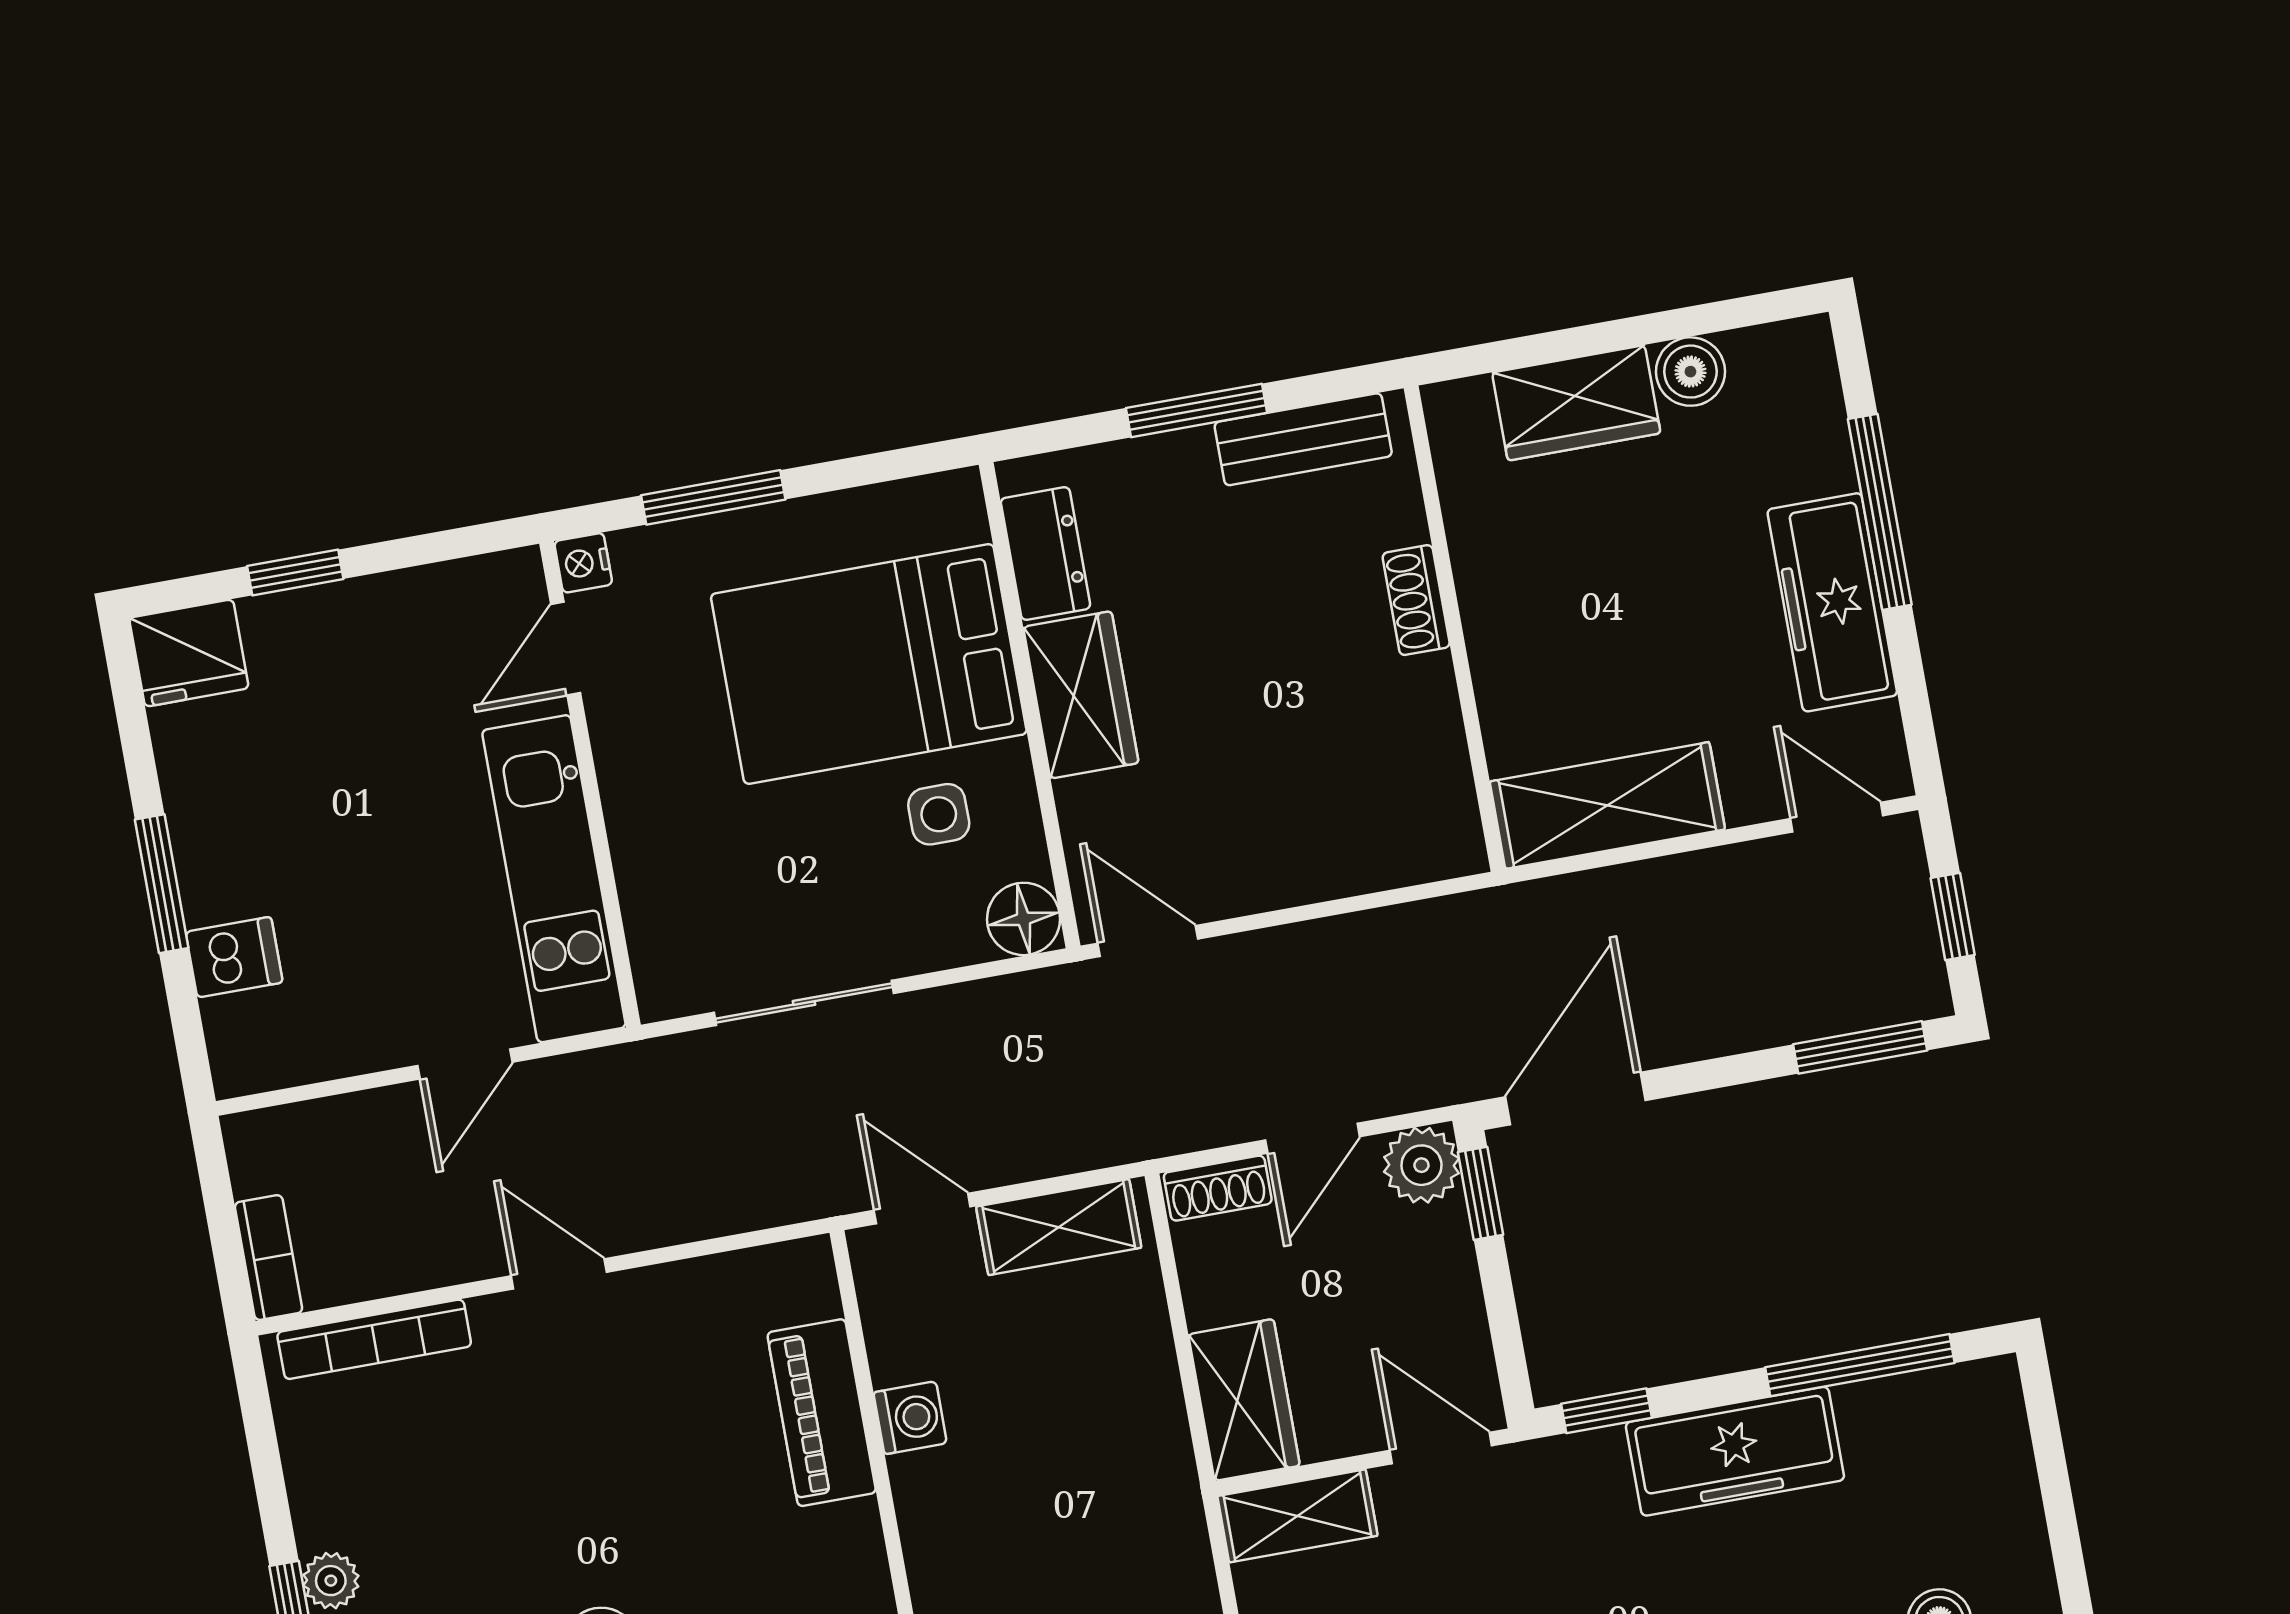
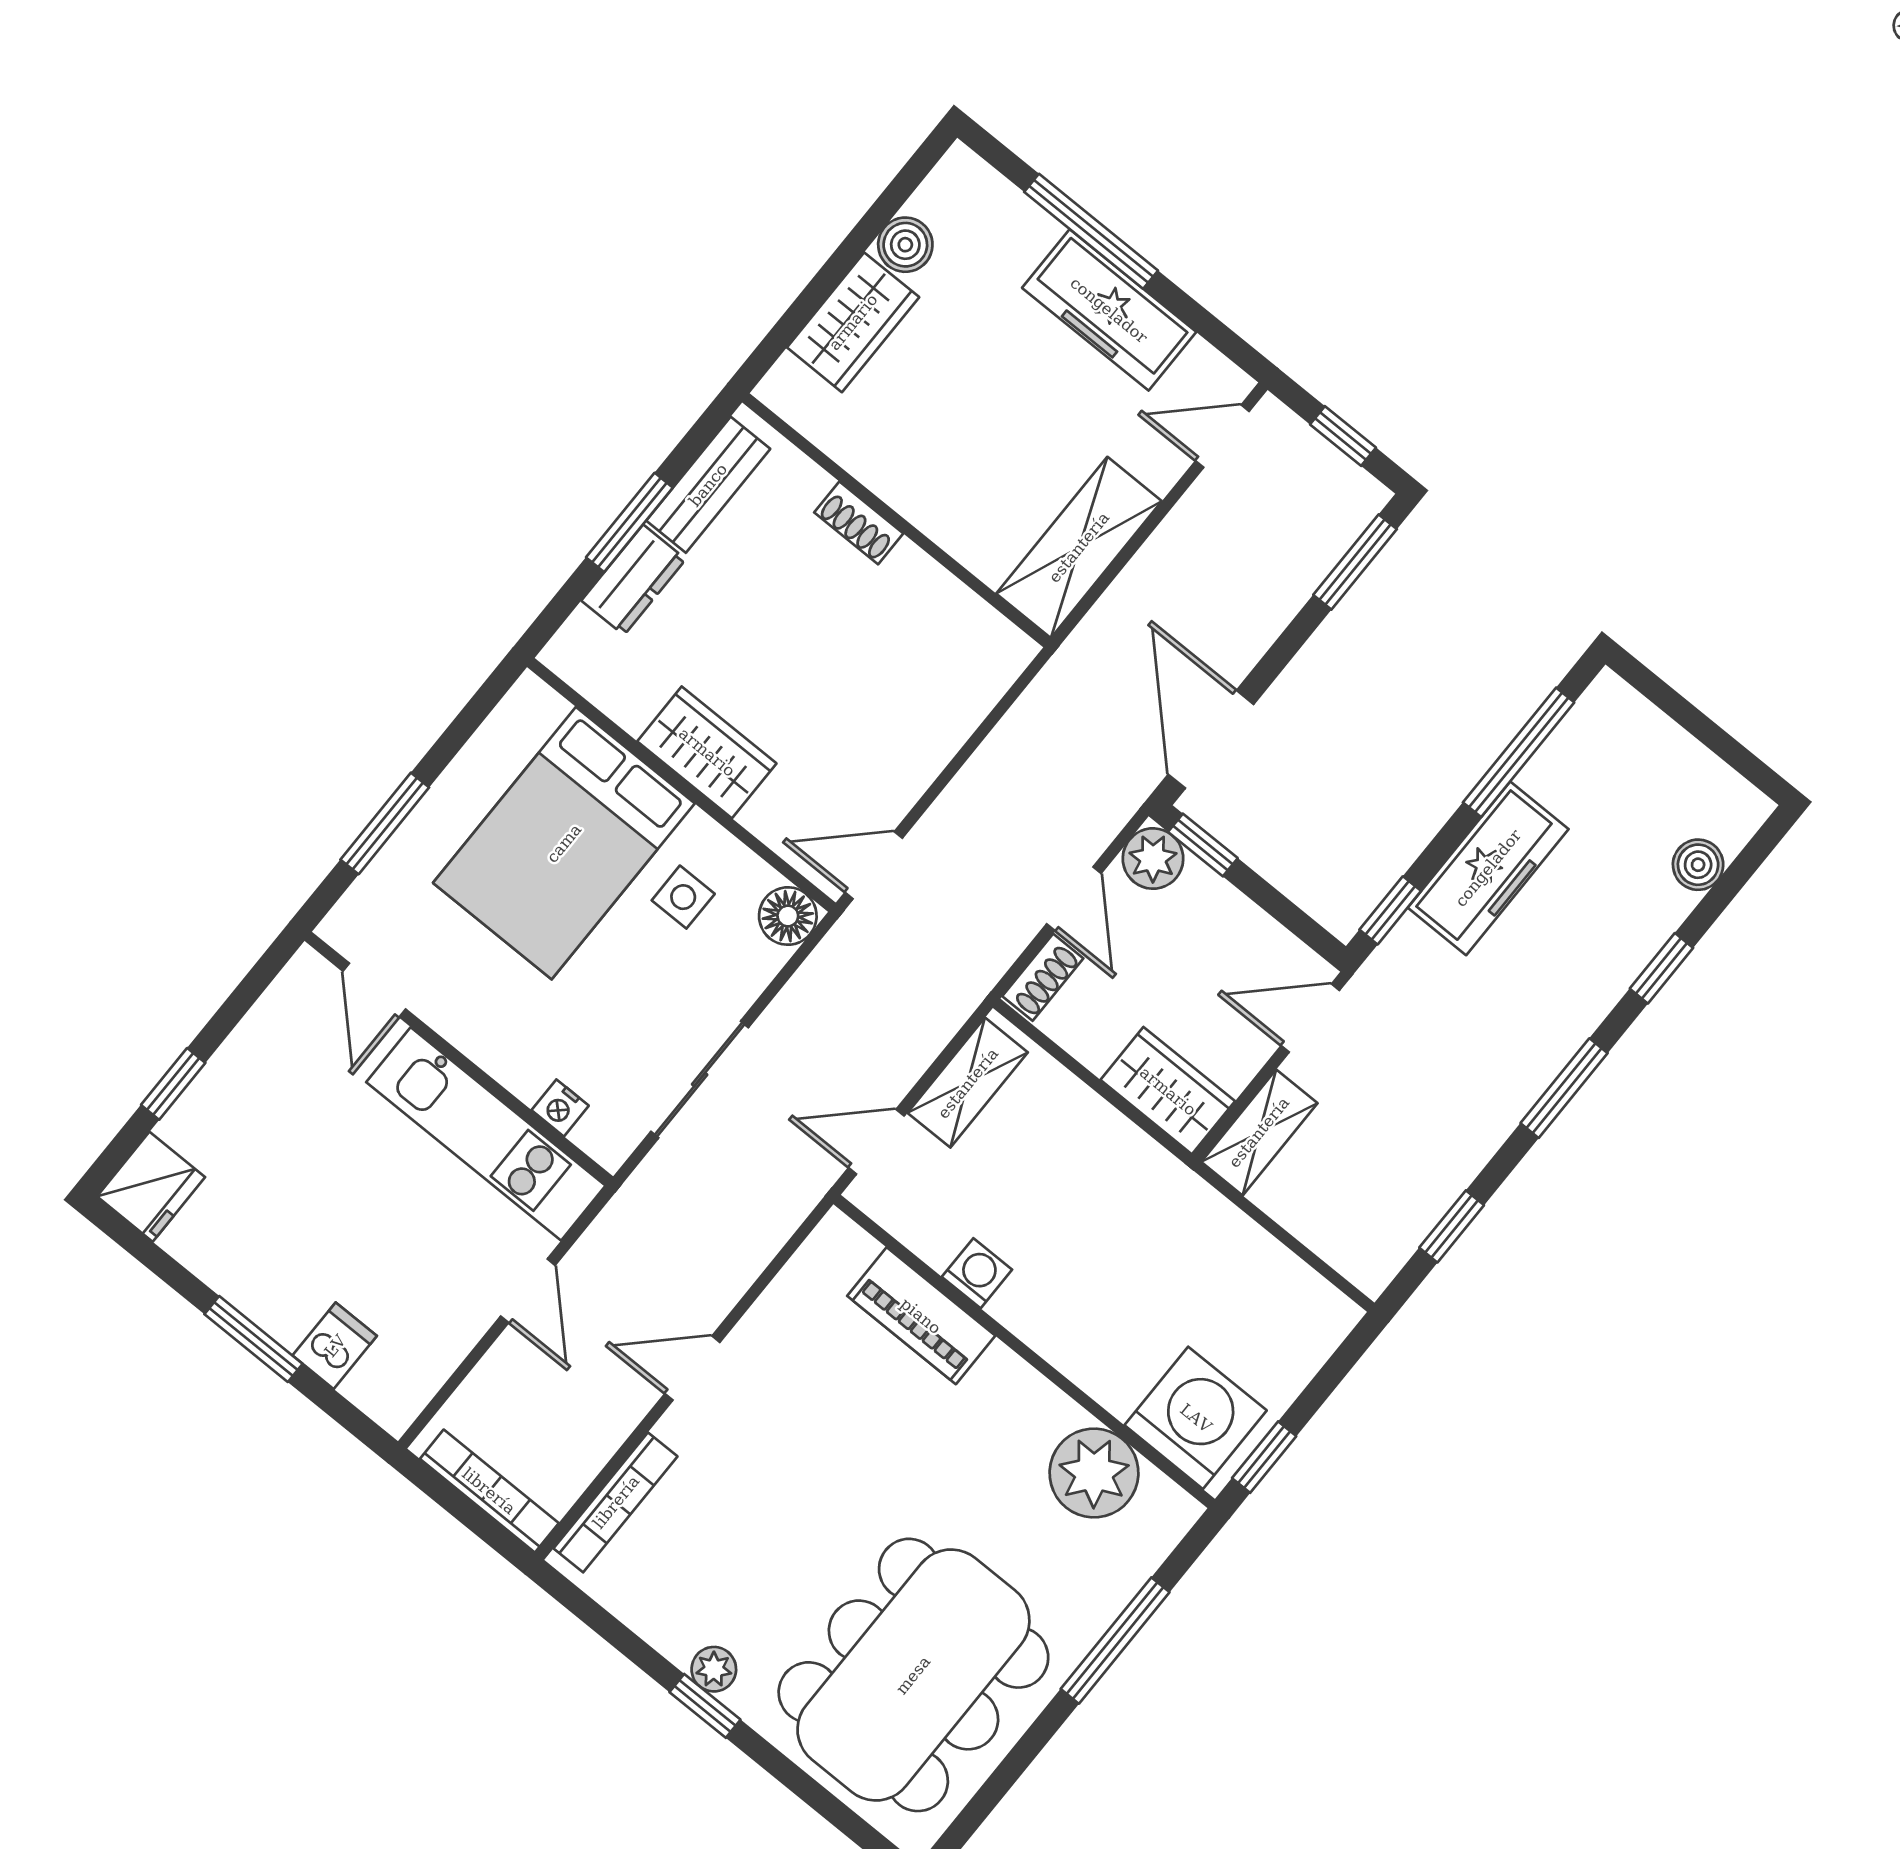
dresser: (1045, 554) -> (634, 580), moved, turned 90
nightstand: (583, 563) -> (560, 1108), moved
bookcase: (268, 1258) -> (489, 1491), width x1.56

